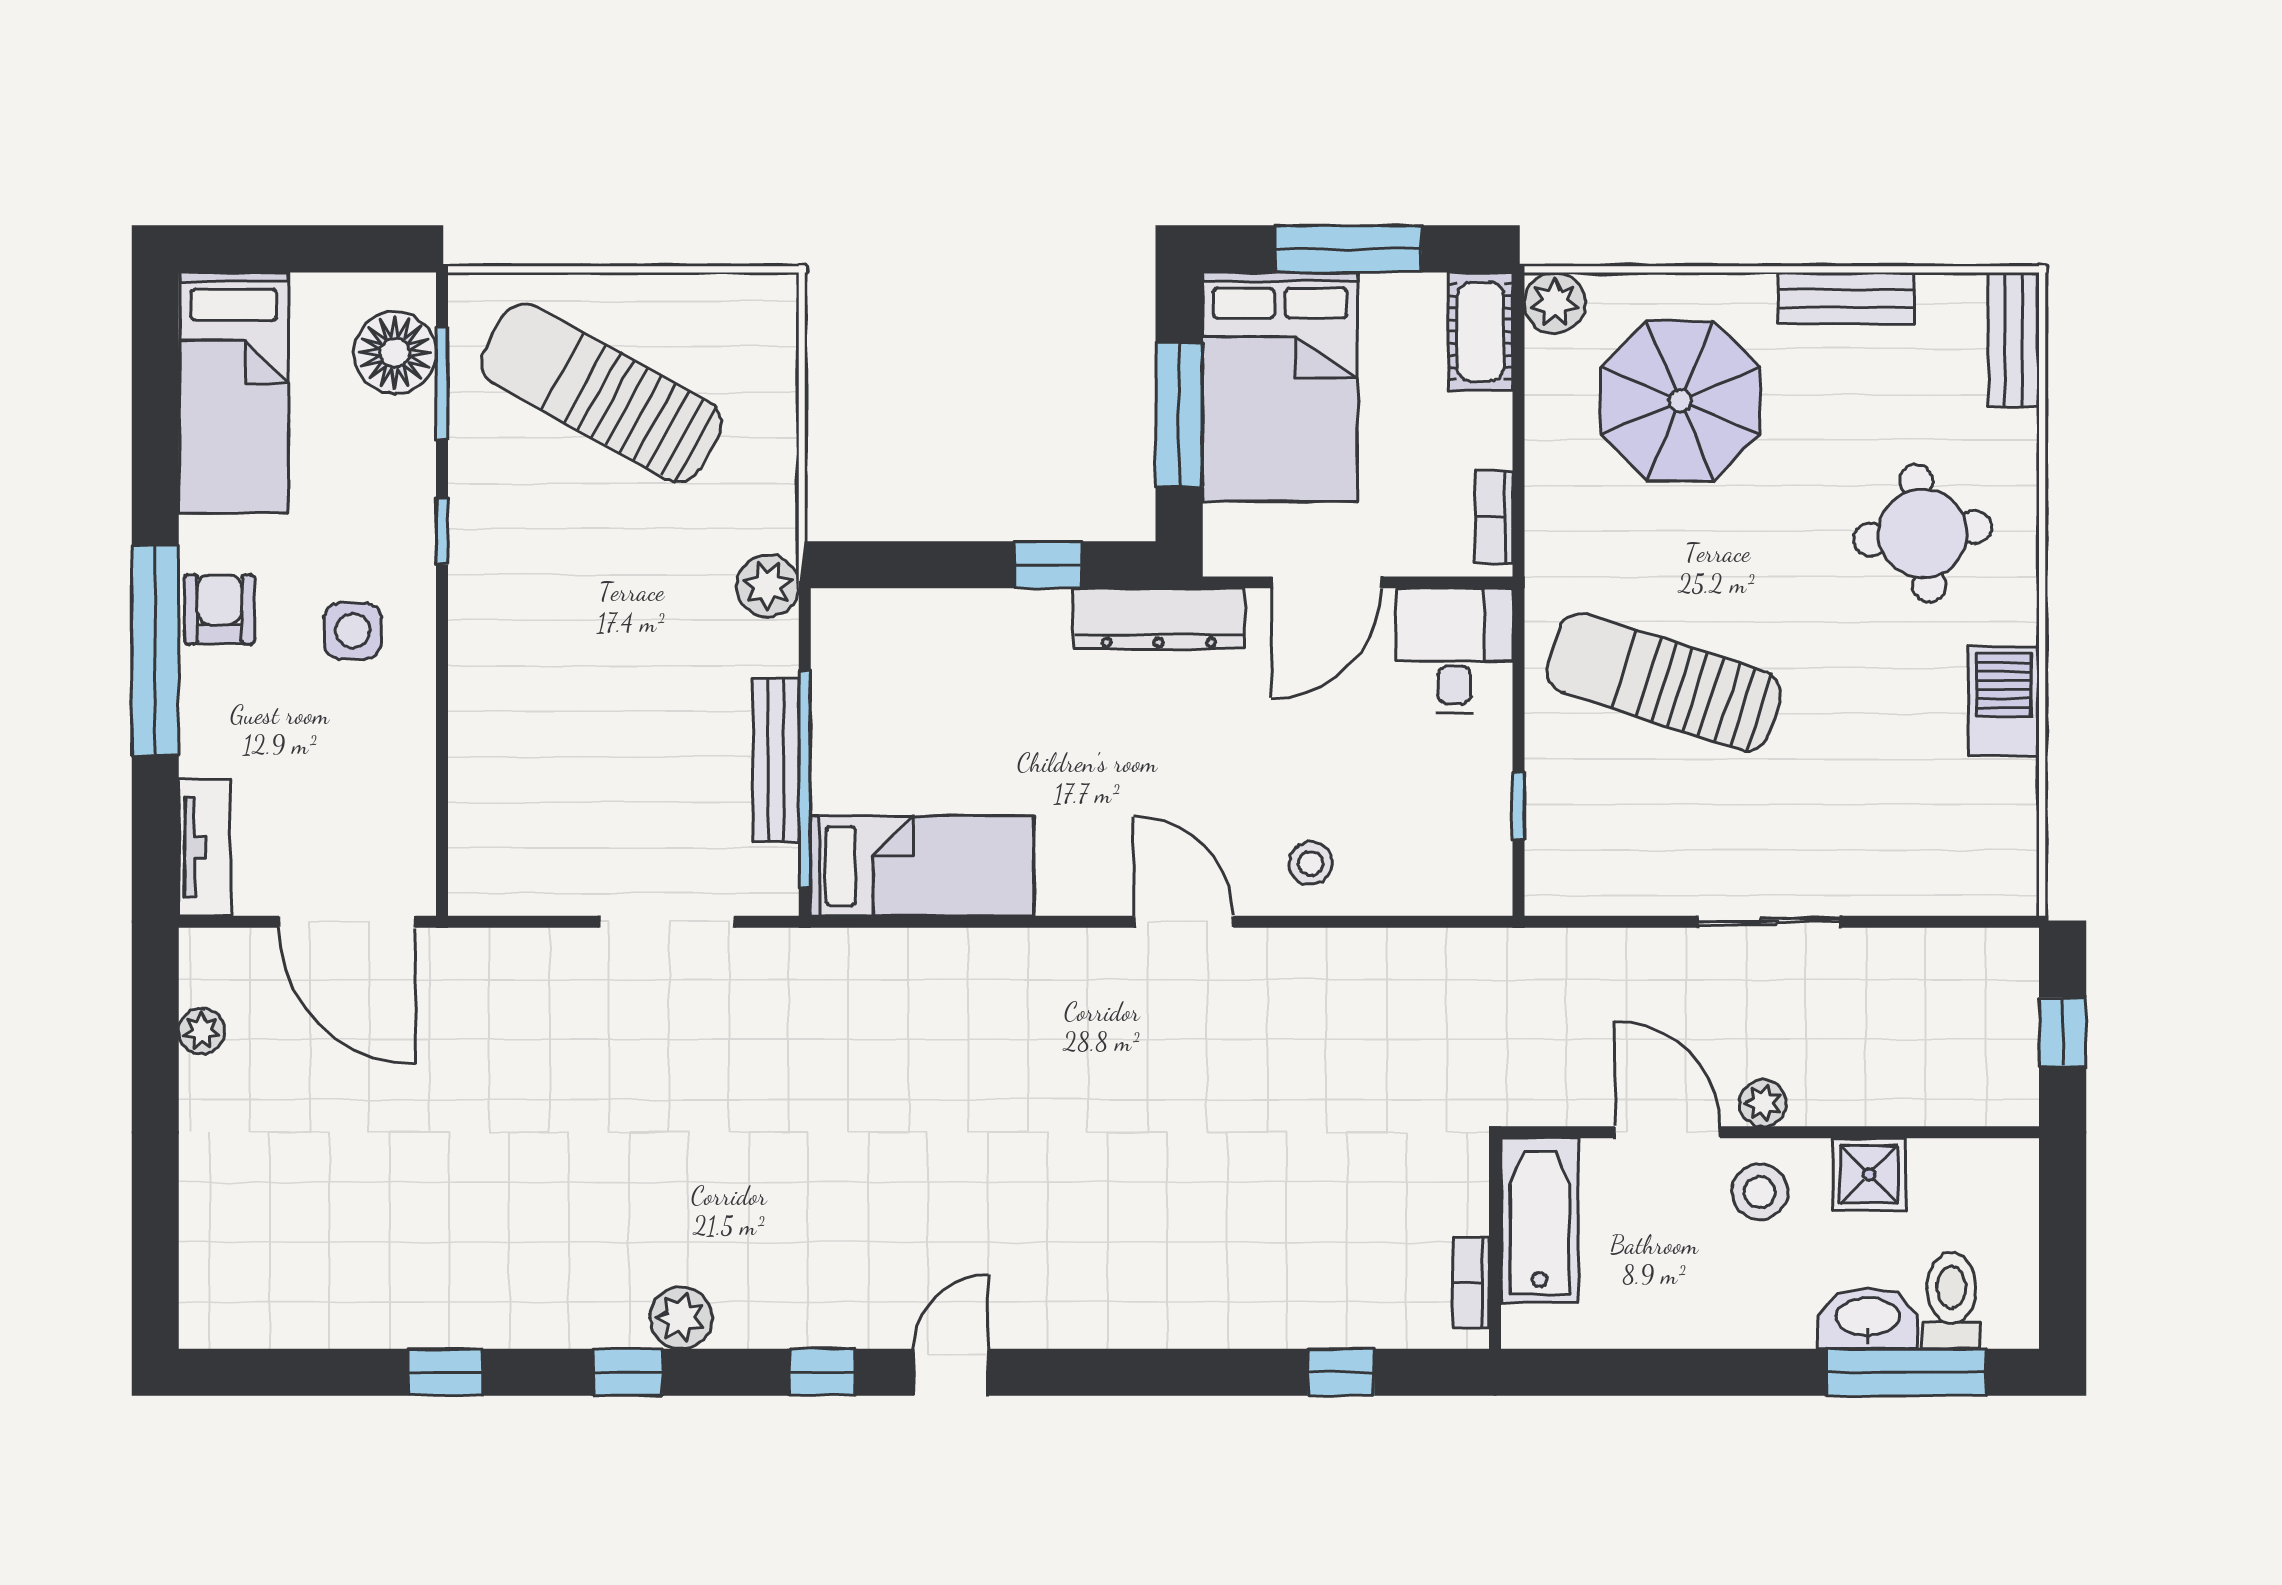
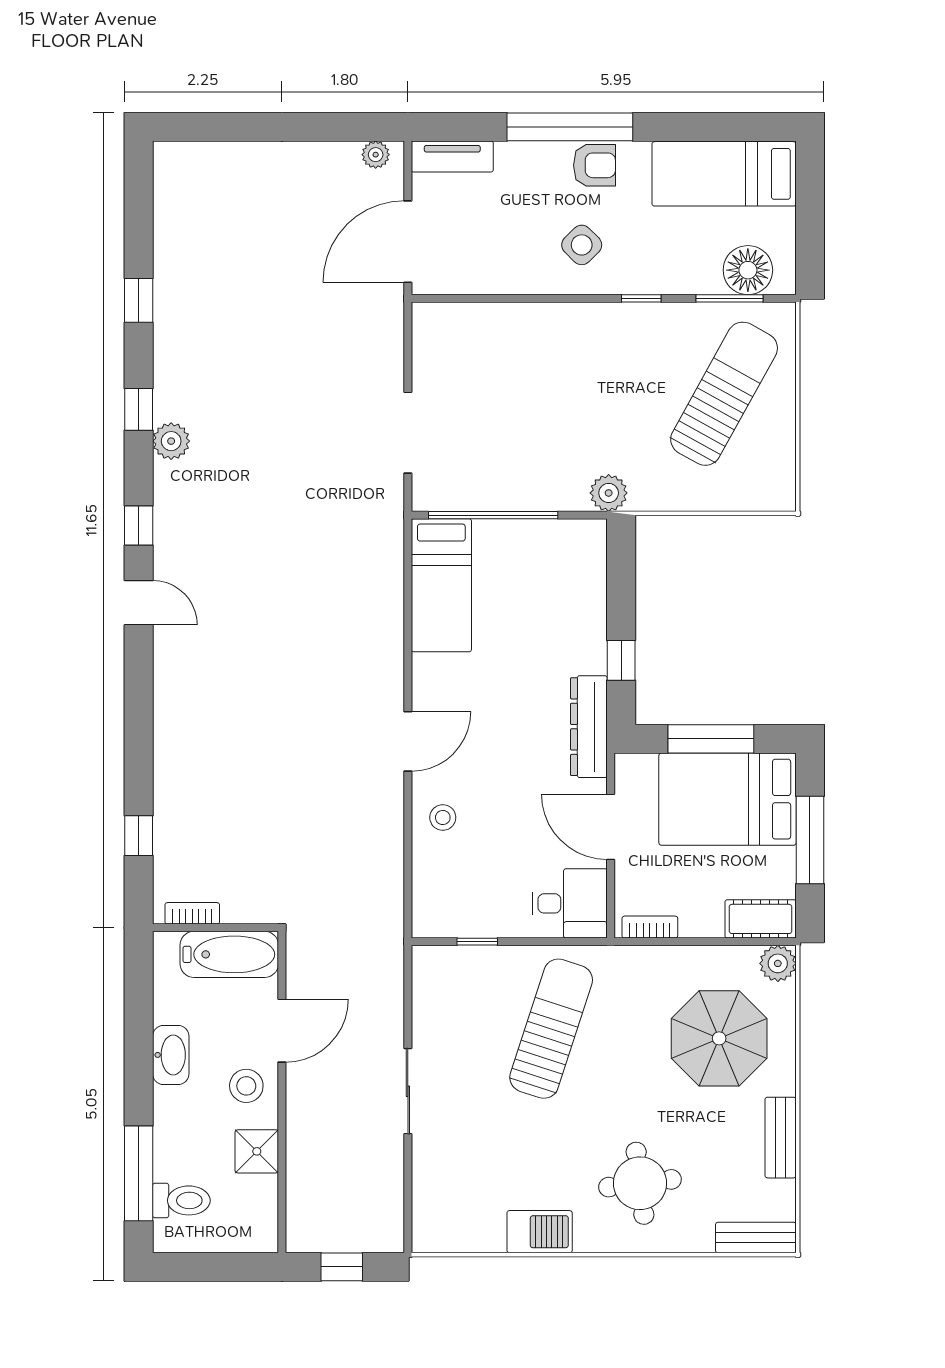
side table: (353, 631) -> (582, 245), turned 45
bench: (776, 760) -> (505, 498), removed
plant: (202, 1031) -> (376, 155), moved
plant: (1763, 1103) -> (299, 1088), removed
washbasin: (1868, 1318) -> (171, 1055), moved

